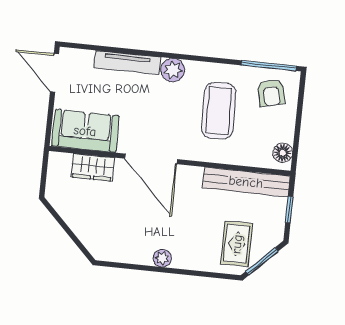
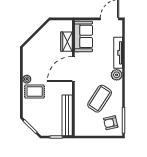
coffee table: (219, 111) -> (100, 99), turned -56
floor lamp: (283, 153) -> (83, 131), removed
rug: (237, 244) -> (35, 91), moved

